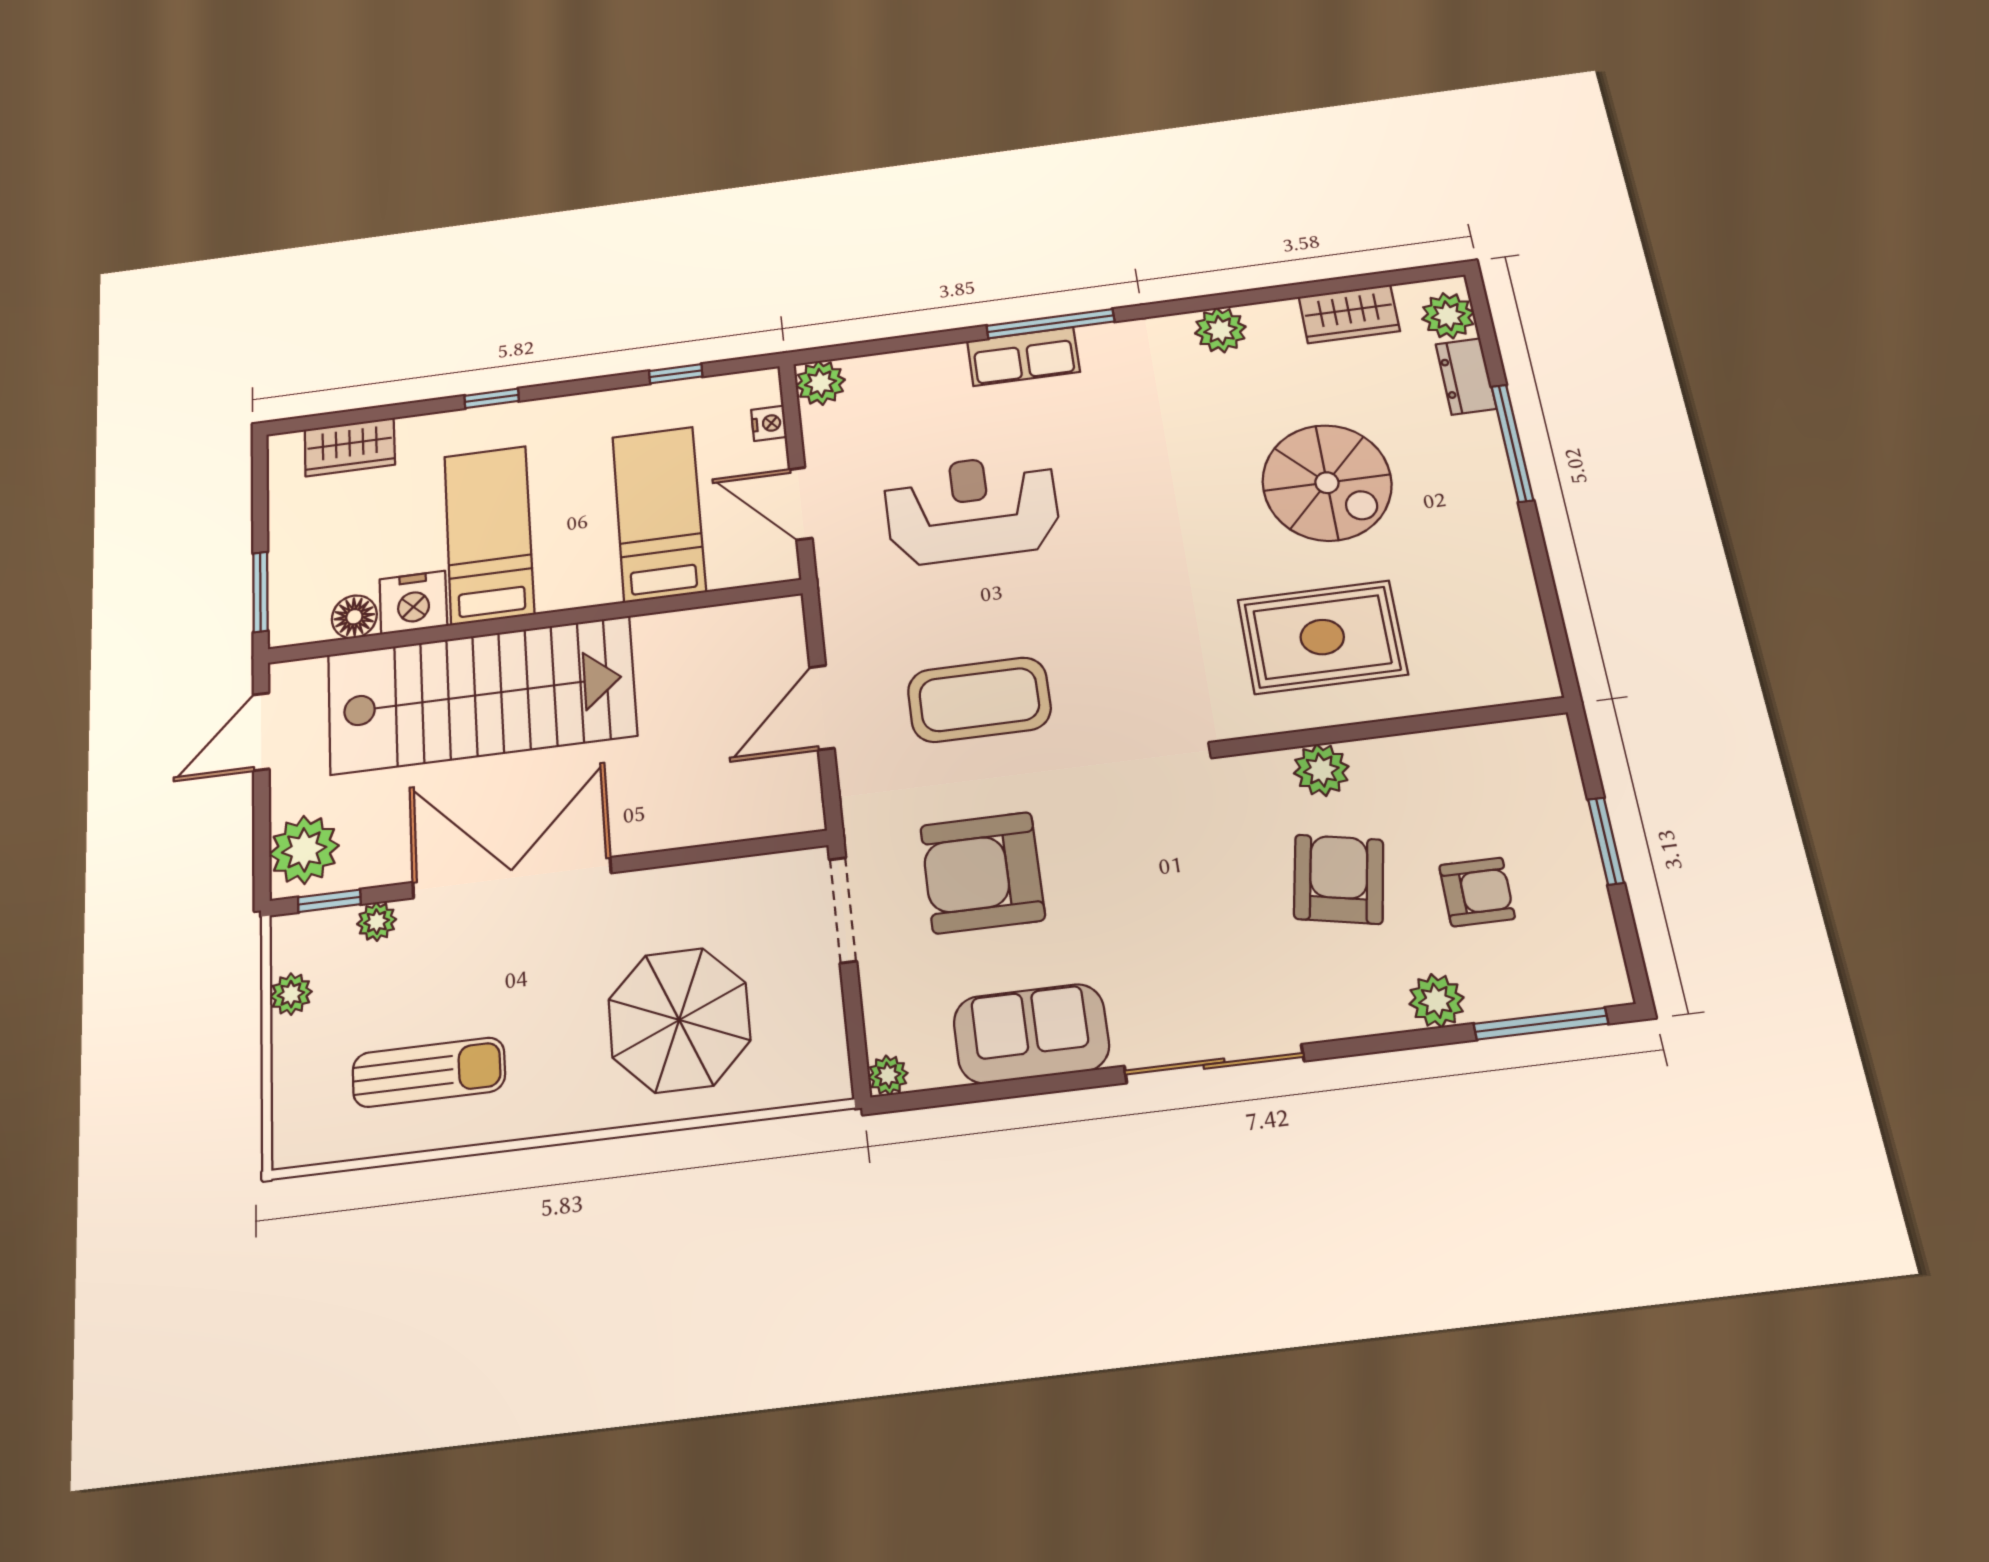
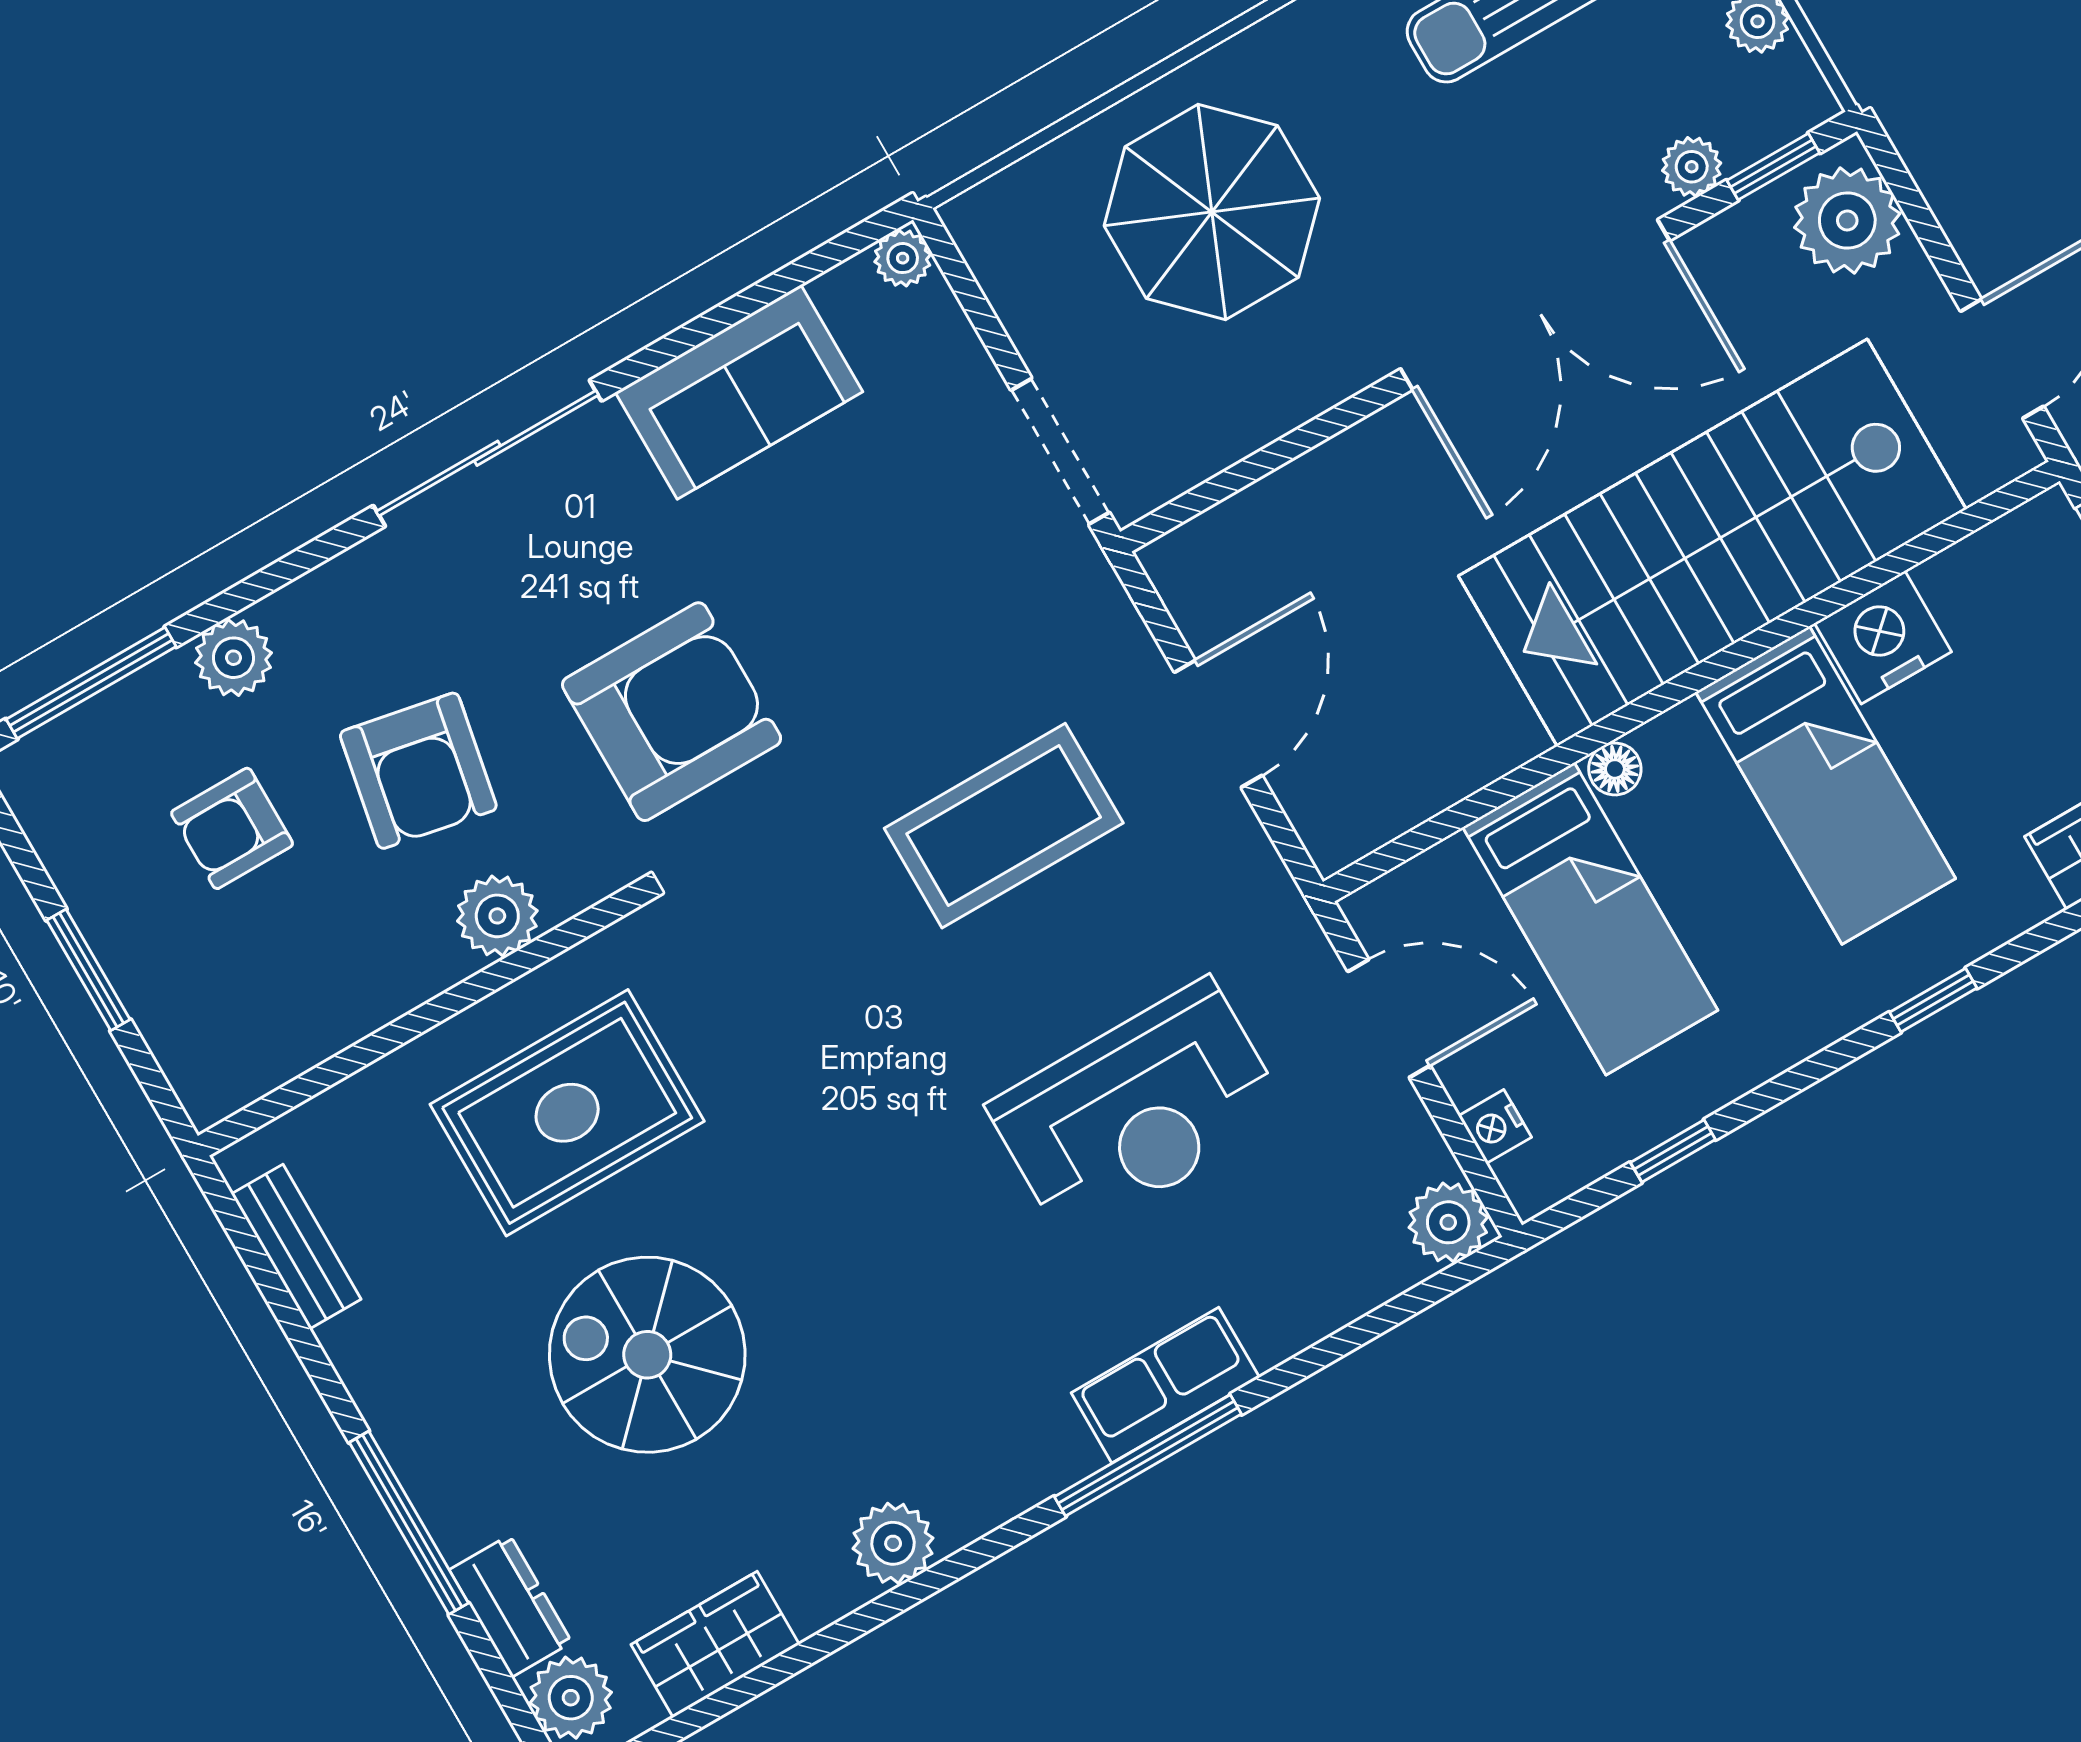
floor lamp: (354, 617) -> (1615, 769), moved, width x0.73, depth x0.73
bench: (1526, 624) -> (296, 1247), added
armchair: (982, 873) -> (672, 712), moved

